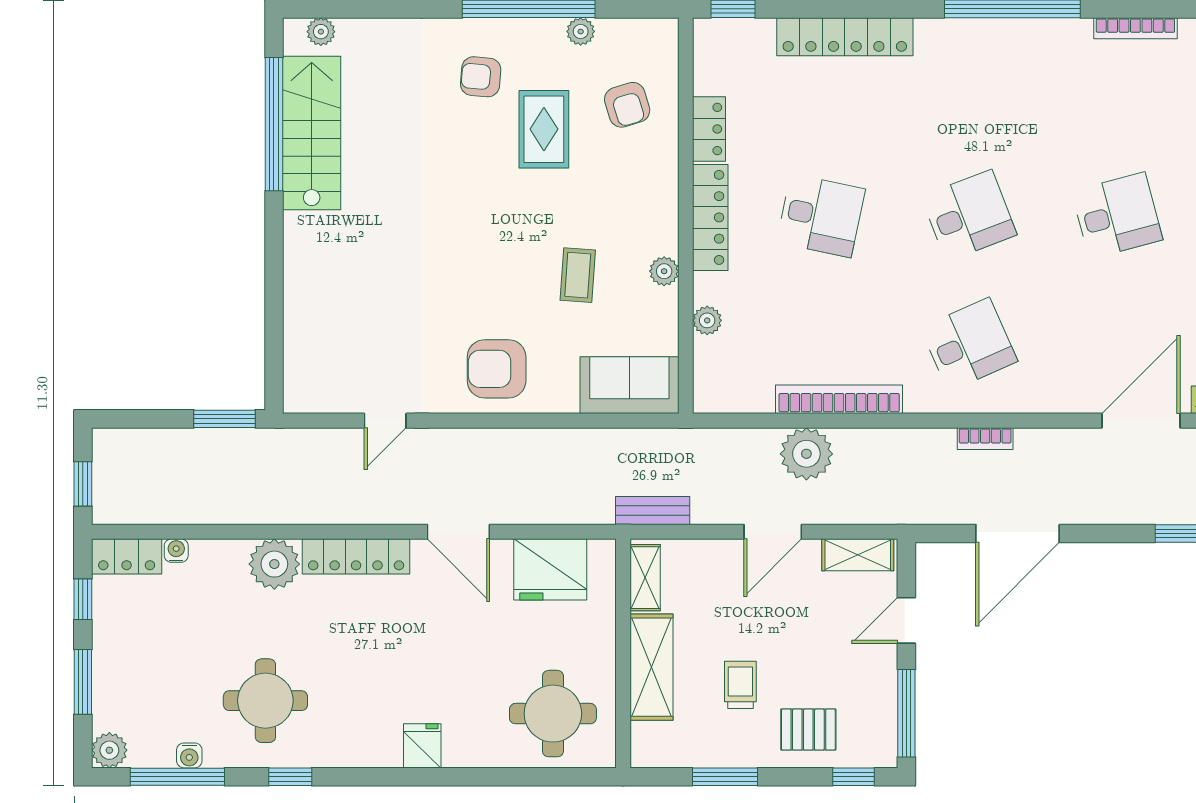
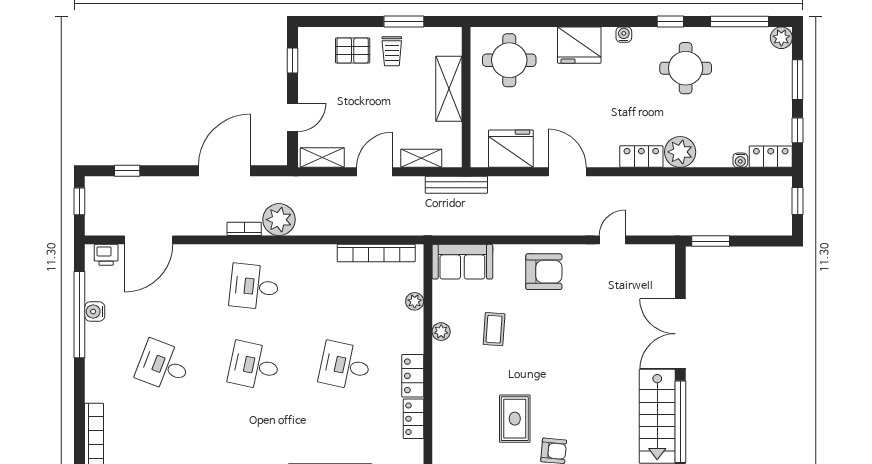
armchair: (627, 105) -> (464, 434), removed
desk: (969, 216) -> (254, 366), turned 33
desk: (1117, 216) -> (163, 366), turned 36
locker: (710, 217) -> (413, 376), width x0.66
double door: (274, 268) -> (680, 334), added
desk: (969, 344) -> (254, 287), turned 30
bookcase: (839, 399) -> (376, 253), moved
plant: (806, 454) -> (279, 220), moved
bench: (653, 511) -> (456, 185), width x1.36
locker: (356, 556) -> (641, 157), width x0.66
shelving: (645, 578) -> (421, 158), moved, turned 90
trolley: (740, 685) -> (392, 51), moved
window: (906, 713) -> (293, 60), width x0.46
fridge: (422, 746) -> (579, 45), width x1.88, depth x1.34
water cooler: (189, 755) -> (624, 35), moved
window: (854, 777) -> (325, 22), removed

